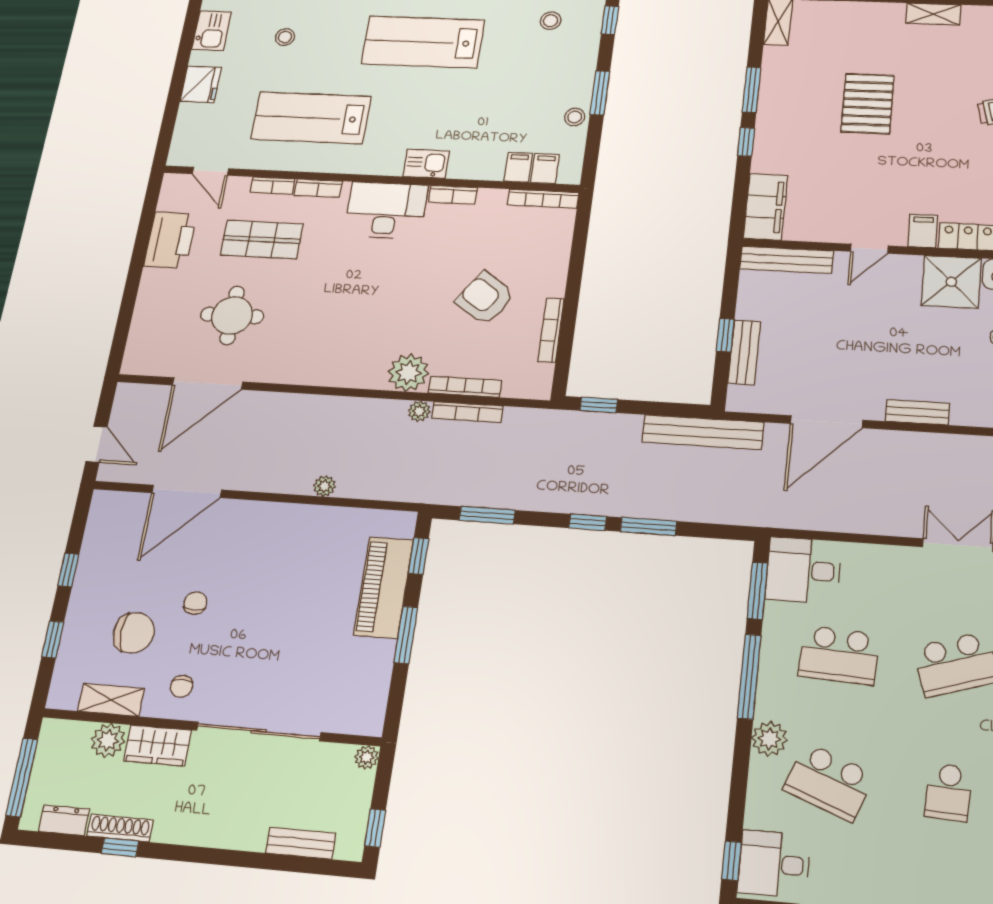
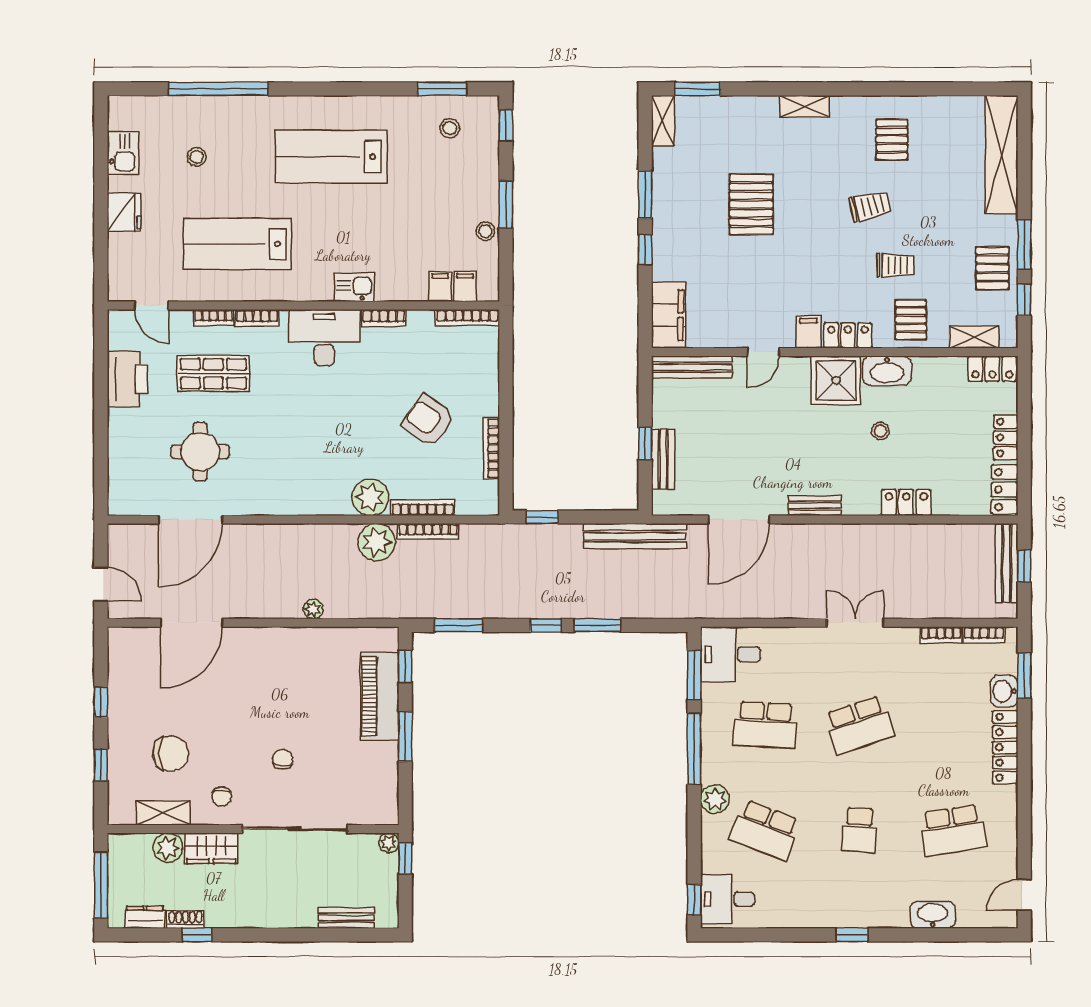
plant: (419, 411) -> (377, 542), width x1.88, depth x1.88
chair: (195, 603) -> (283, 759), moved
shoe rack: (120, 828) -> (185, 919), width x0.70
window: (375, 828) -> (405, 859), moved

